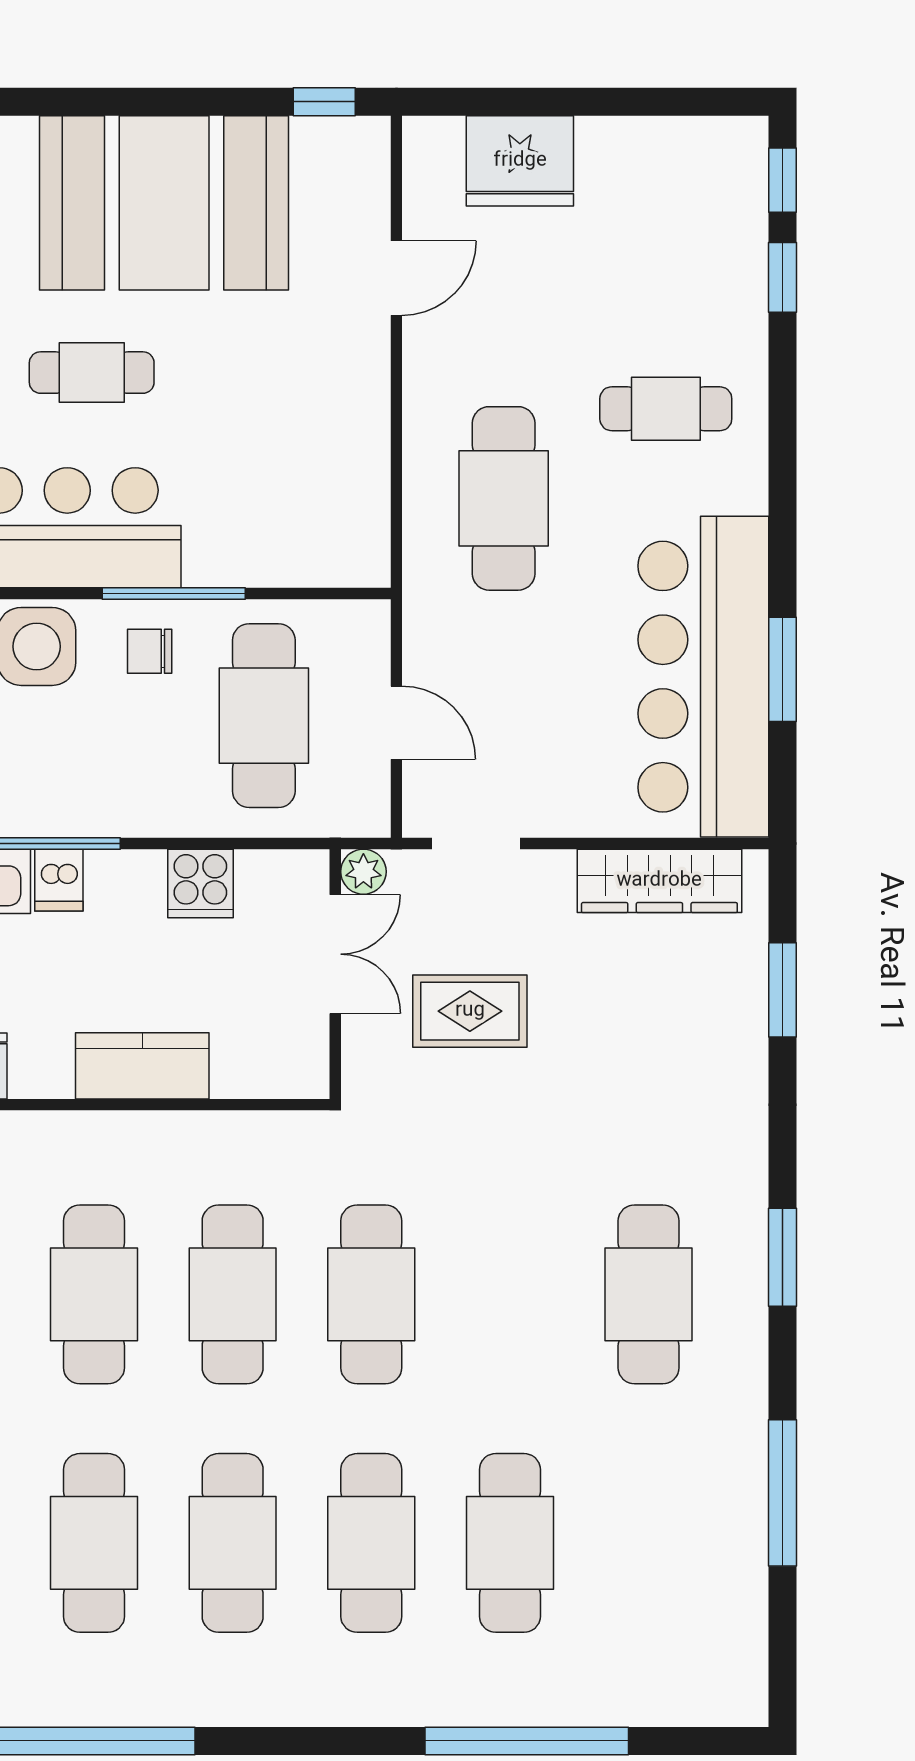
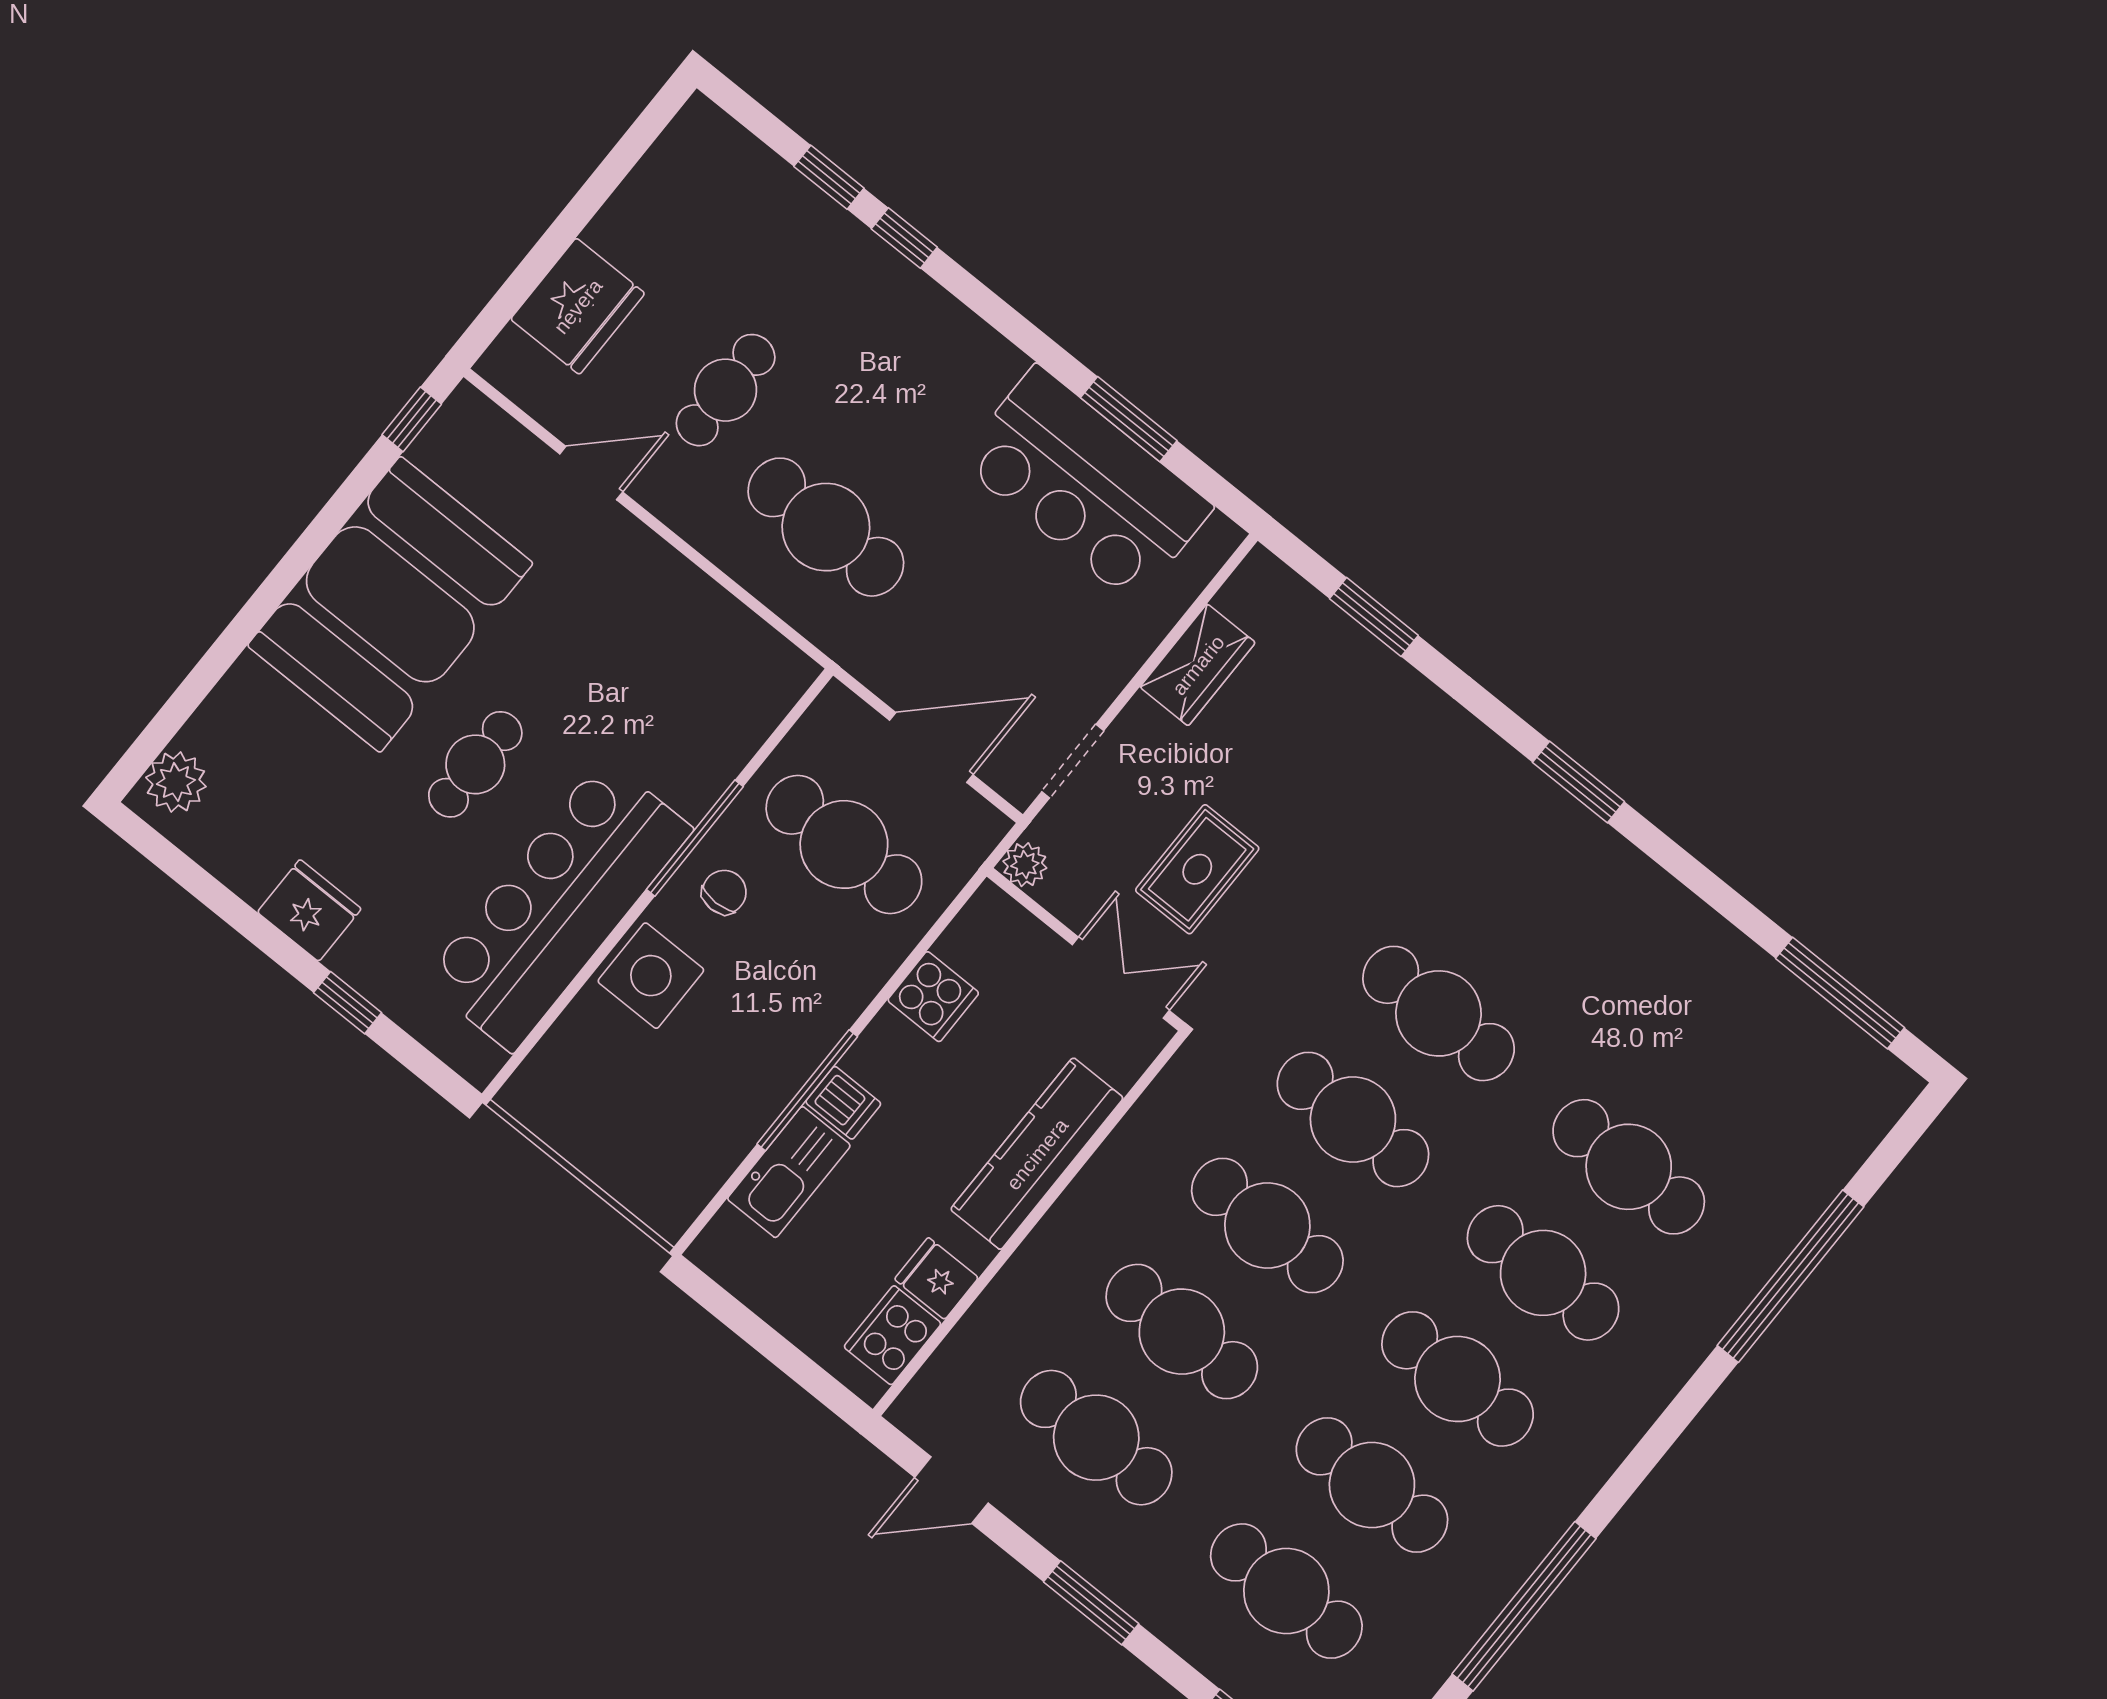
window: (783, 180) -> (904, 238), moved
door: (396, 278) -> (591, 473), hinge flipped
cafe table: (666, 409) -> (726, 390), moved
chair: (150, 651) -> (724, 892), turned 180
bar counter: (703, 677) -> (1085, 484), width x0.73
door: (396, 723) -> (931, 747), width x1.38
wardrobe: (659, 881) -> (1198, 665), width x0.67
double door: (335, 954) -> (1121, 978), moved
kitchen counter: (142, 1066) -> (1037, 1154), width x1.50
cafe table: (649, 1294) -> (1439, 1013), moved
window: (783, 1493) -> (1840, 993), moved

